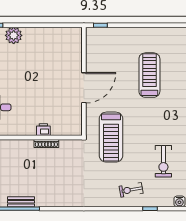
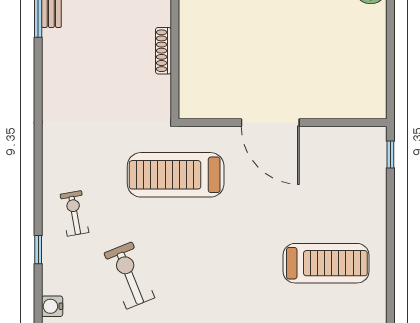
treadmill: (149, 75) -> (326, 263), moved
printer: (43, 130) -> (190, 45), removed
exercise bike: (163, 161) -> (129, 275), turned 68

